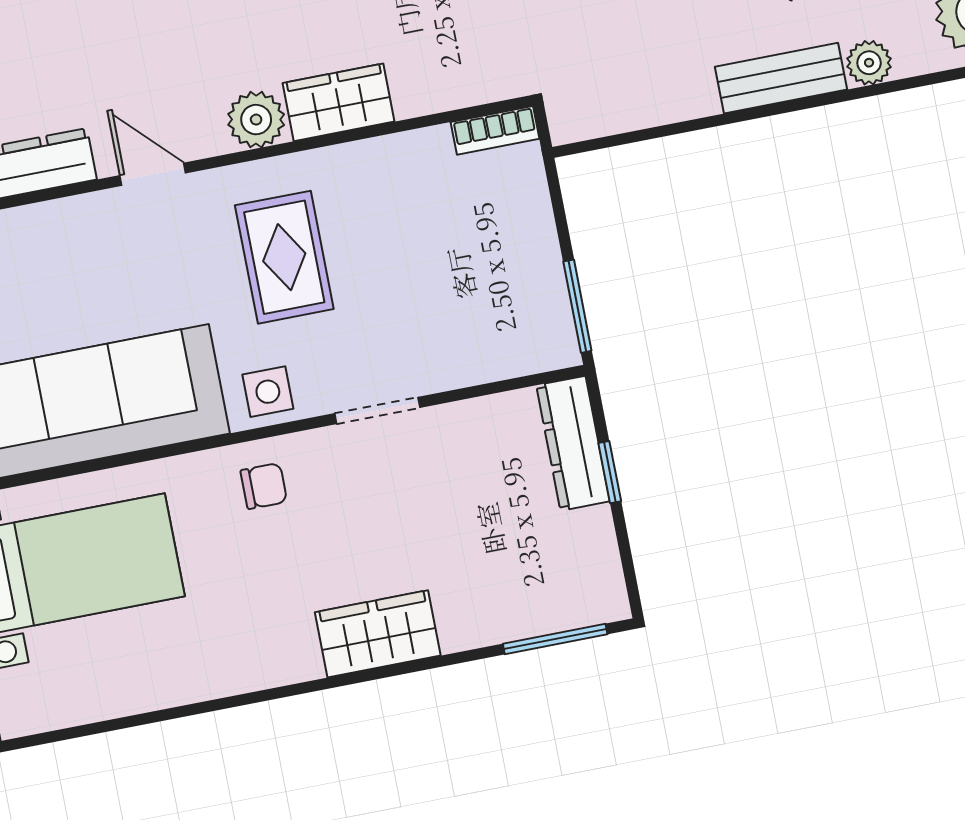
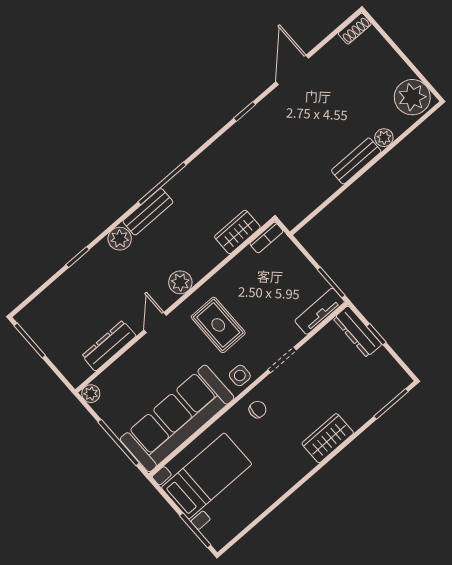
wardrobe: (338, 102) -> (237, 232), moved
door: (153, 174) -> (155, 323), hinge flipped
tv unit: (517, 353) -> (320, 311), added

